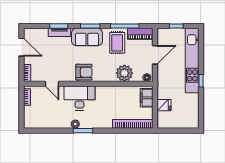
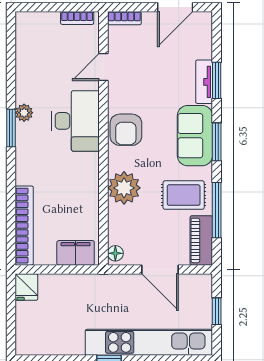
plant: (124, 73) -> (124, 188), moved
fridge: (164, 105) -> (26, 287), moved

